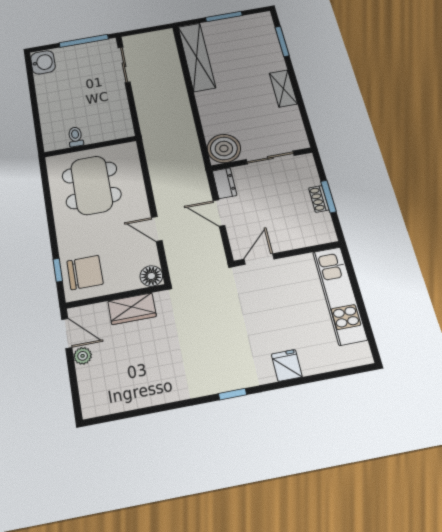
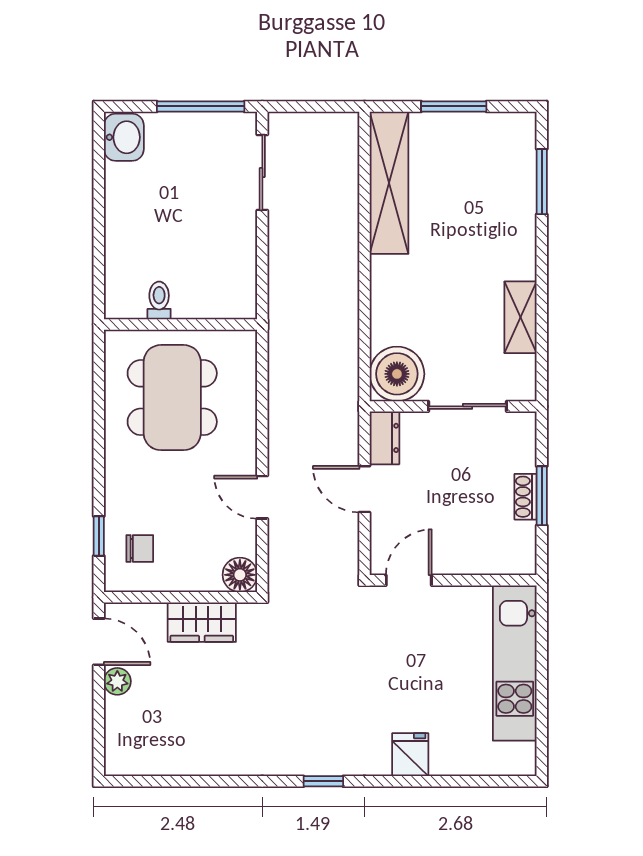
shelving: (283, 88) -> (520, 317), moved
chair: (85, 273) -> (140, 549), width x0.54, depth x0.54

